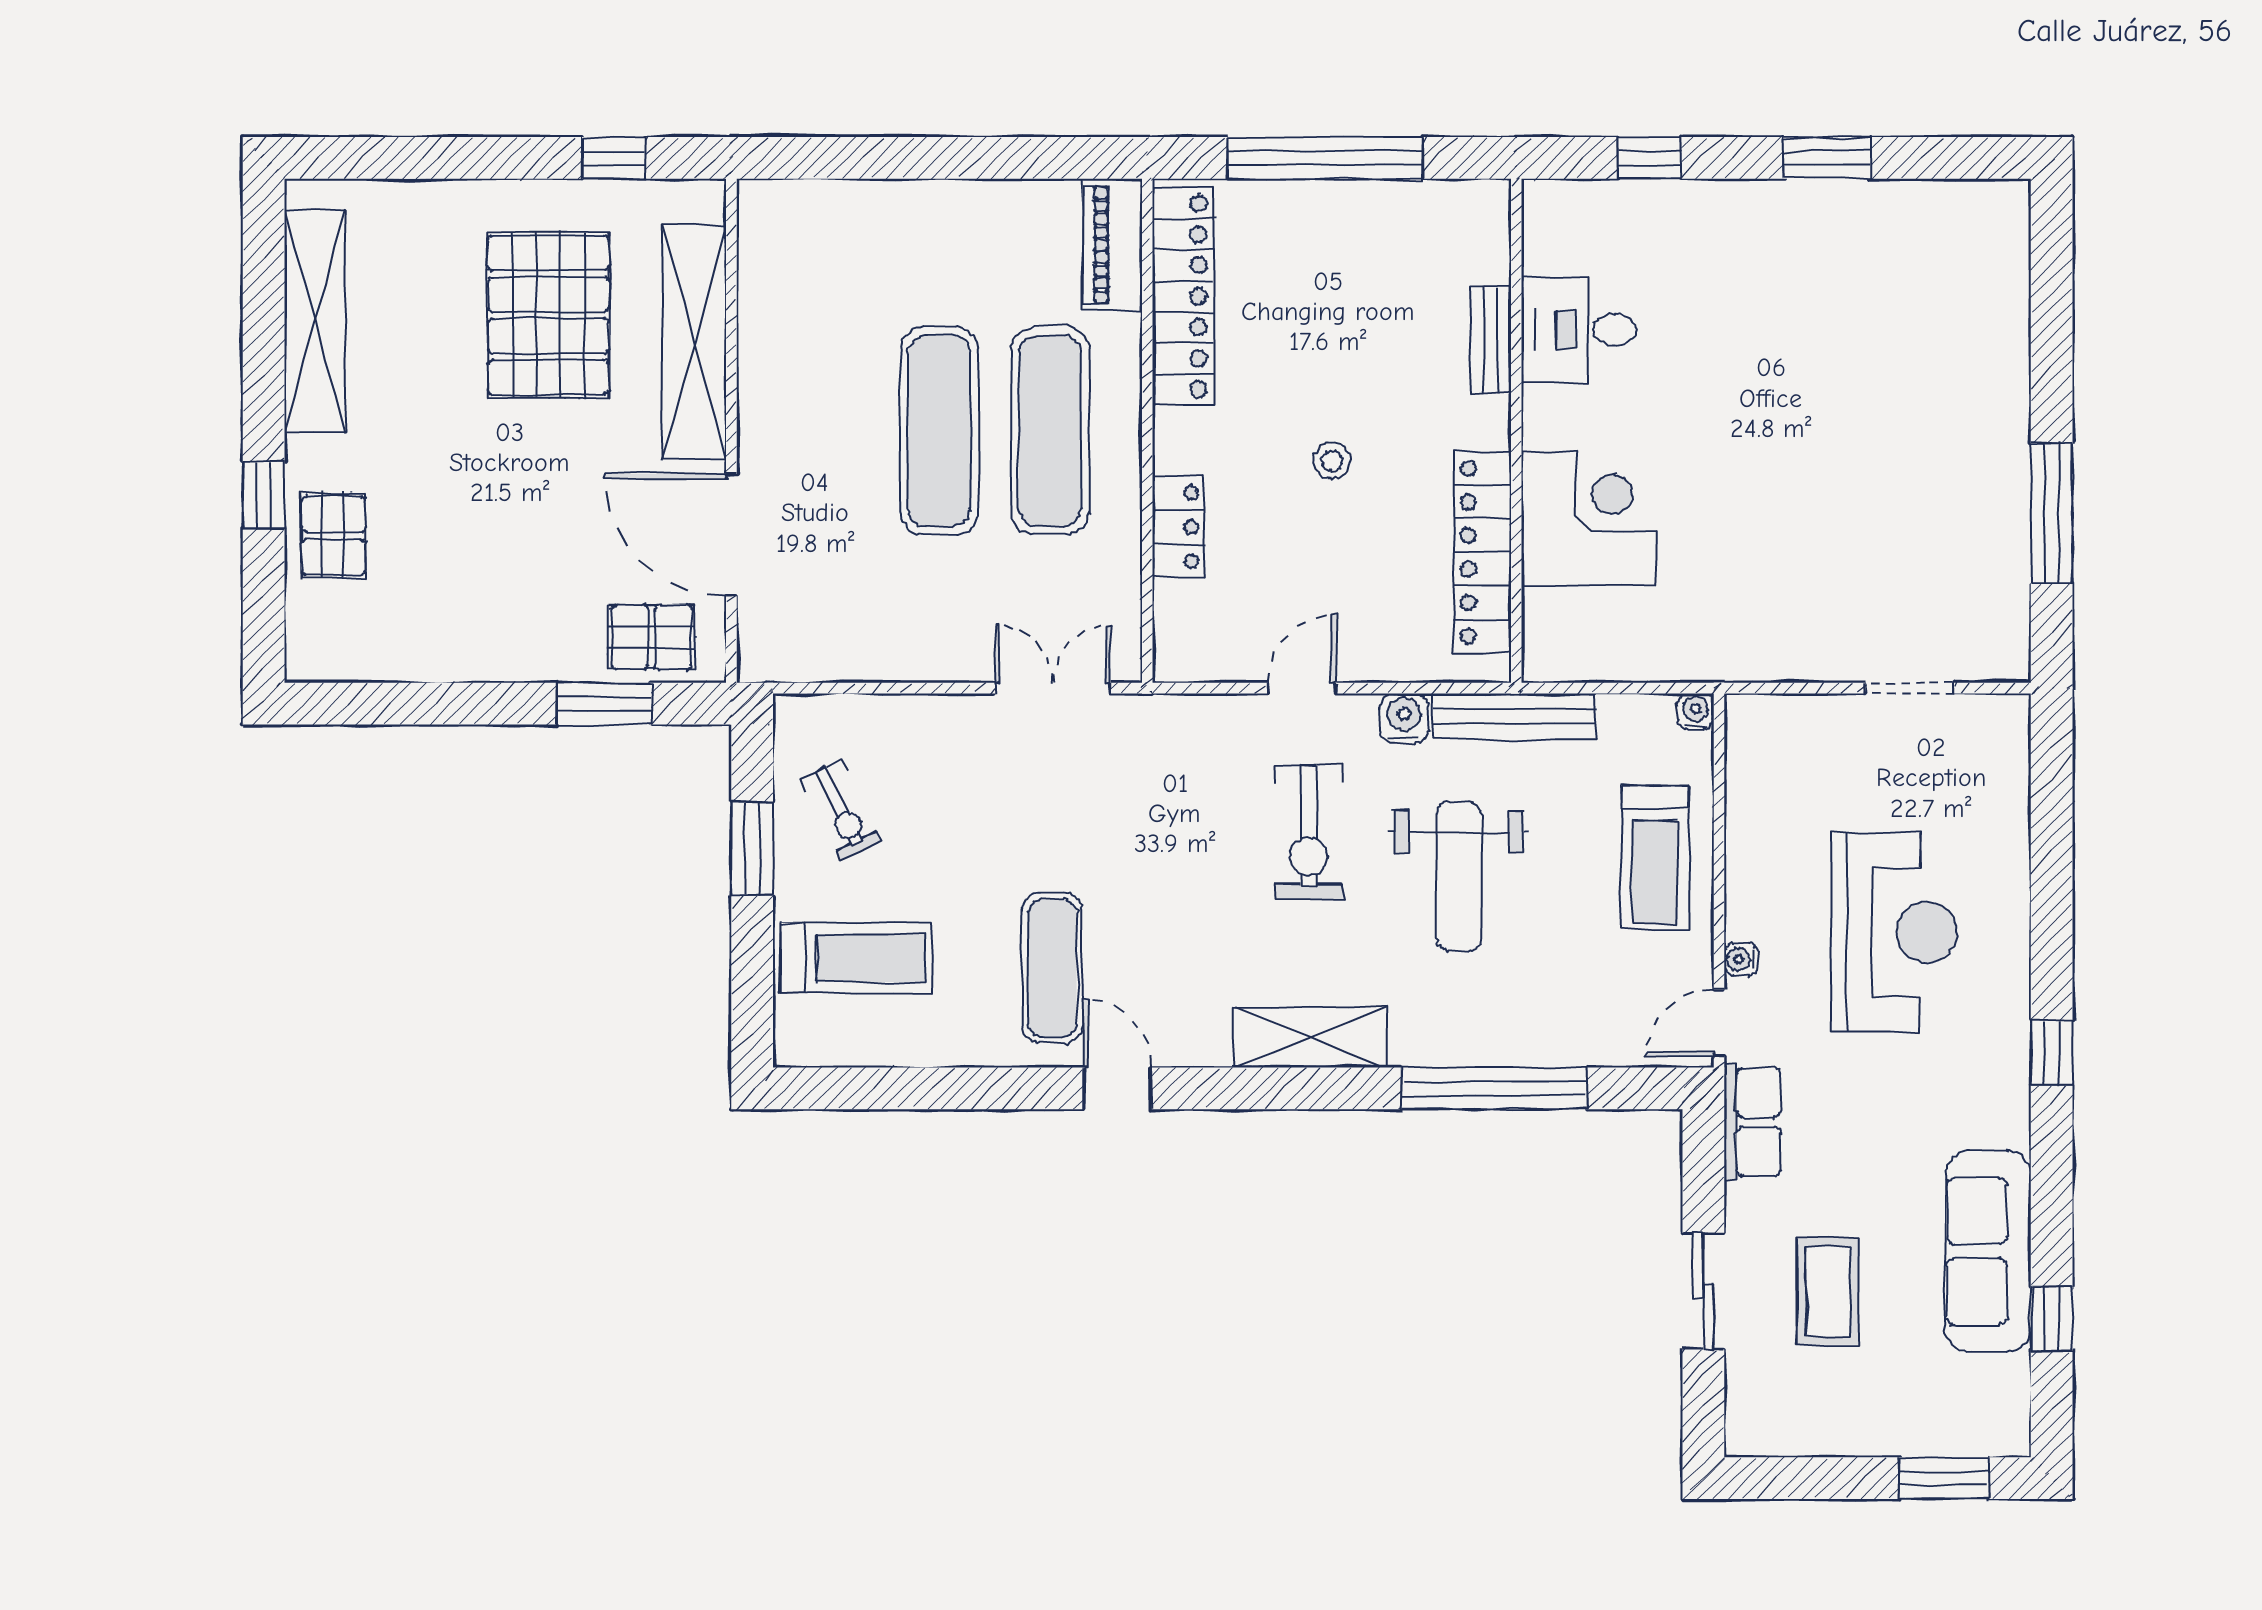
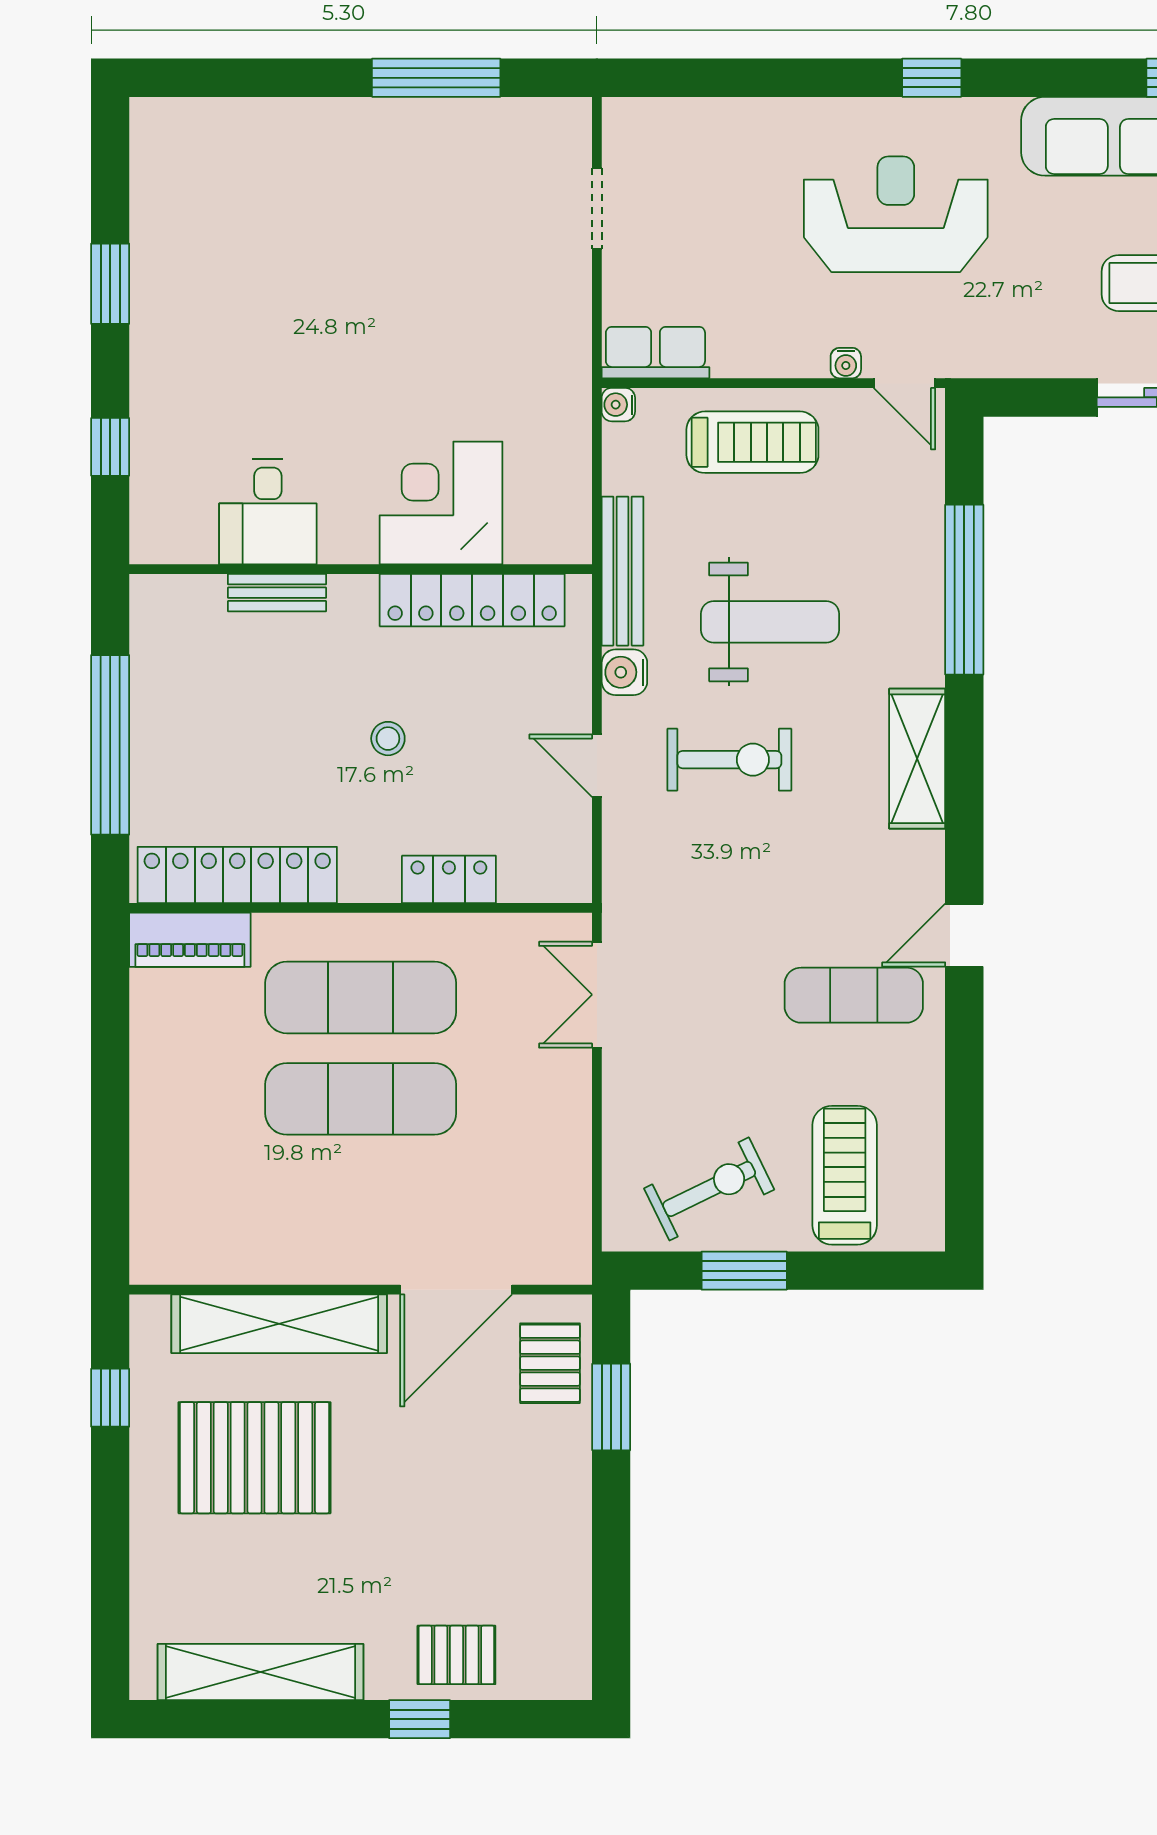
exercise bike: (841, 810) -> (709, 1189), width x1.38, depth x1.39
reception desk: (1894, 932) -> (896, 214), moved
row of seats: (1752, 1122) -> (655, 353), moved

